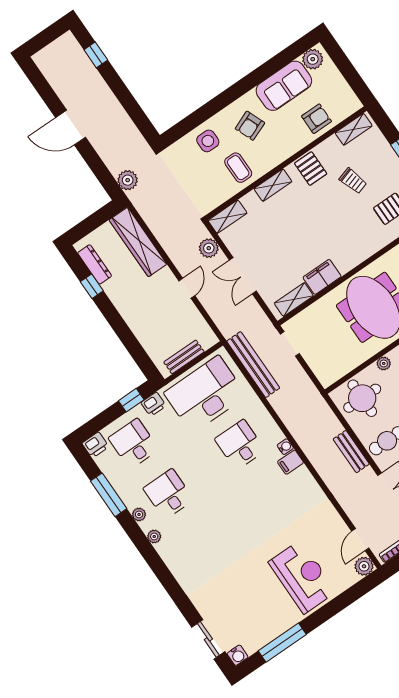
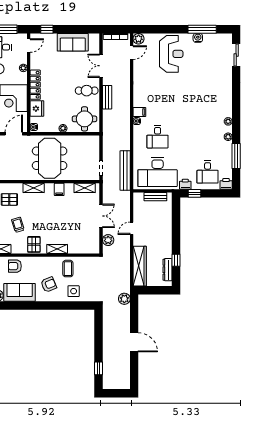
shelving: (228, 217) -> (34, 188), moved
filing cabinet: (322, 277) -> (59, 189), width x0.50
desk: (168, 494) -> (208, 137), removed
reception desk: (302, 577) -> (171, 54), turned 180
water cooler: (238, 655) -> (198, 38), moved

